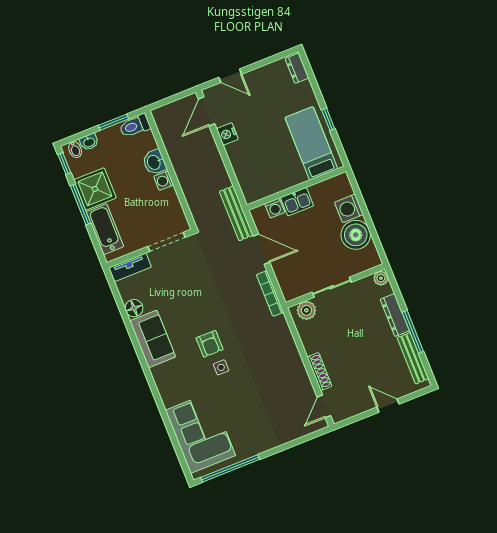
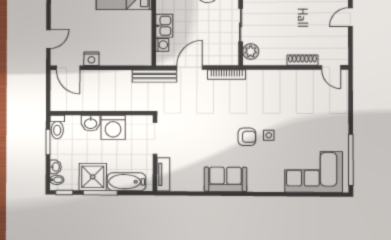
washing machine: (164, 181) -> (113, 127), width x1.89, depth x1.89
floor lamp: (134, 308) -> (196, 184), removed

